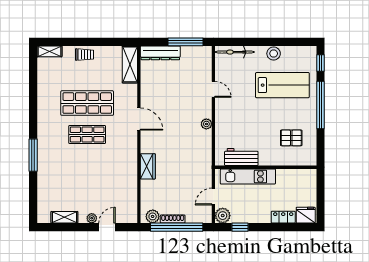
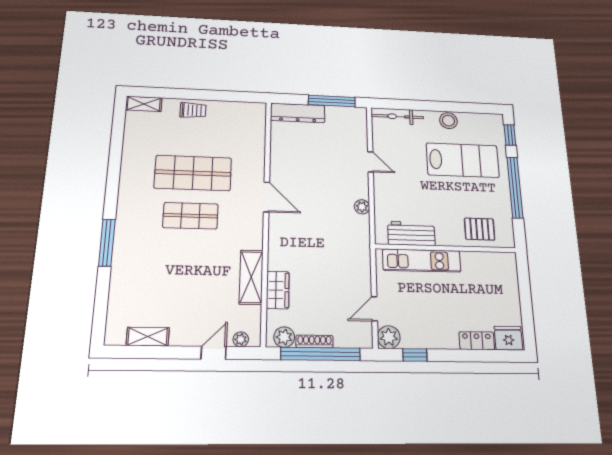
shelving: (130, 64) -> (251, 277), moved
workbench: (241, 157) -> (411, 233), moved
wardrobe: (148, 166) -> (278, 290), moved
wall: (266, 167) -> (446, 248), moved
kitchen unit: (248, 177) -> (422, 261), moved
plant: (92, 218) -> (241, 339), moved

